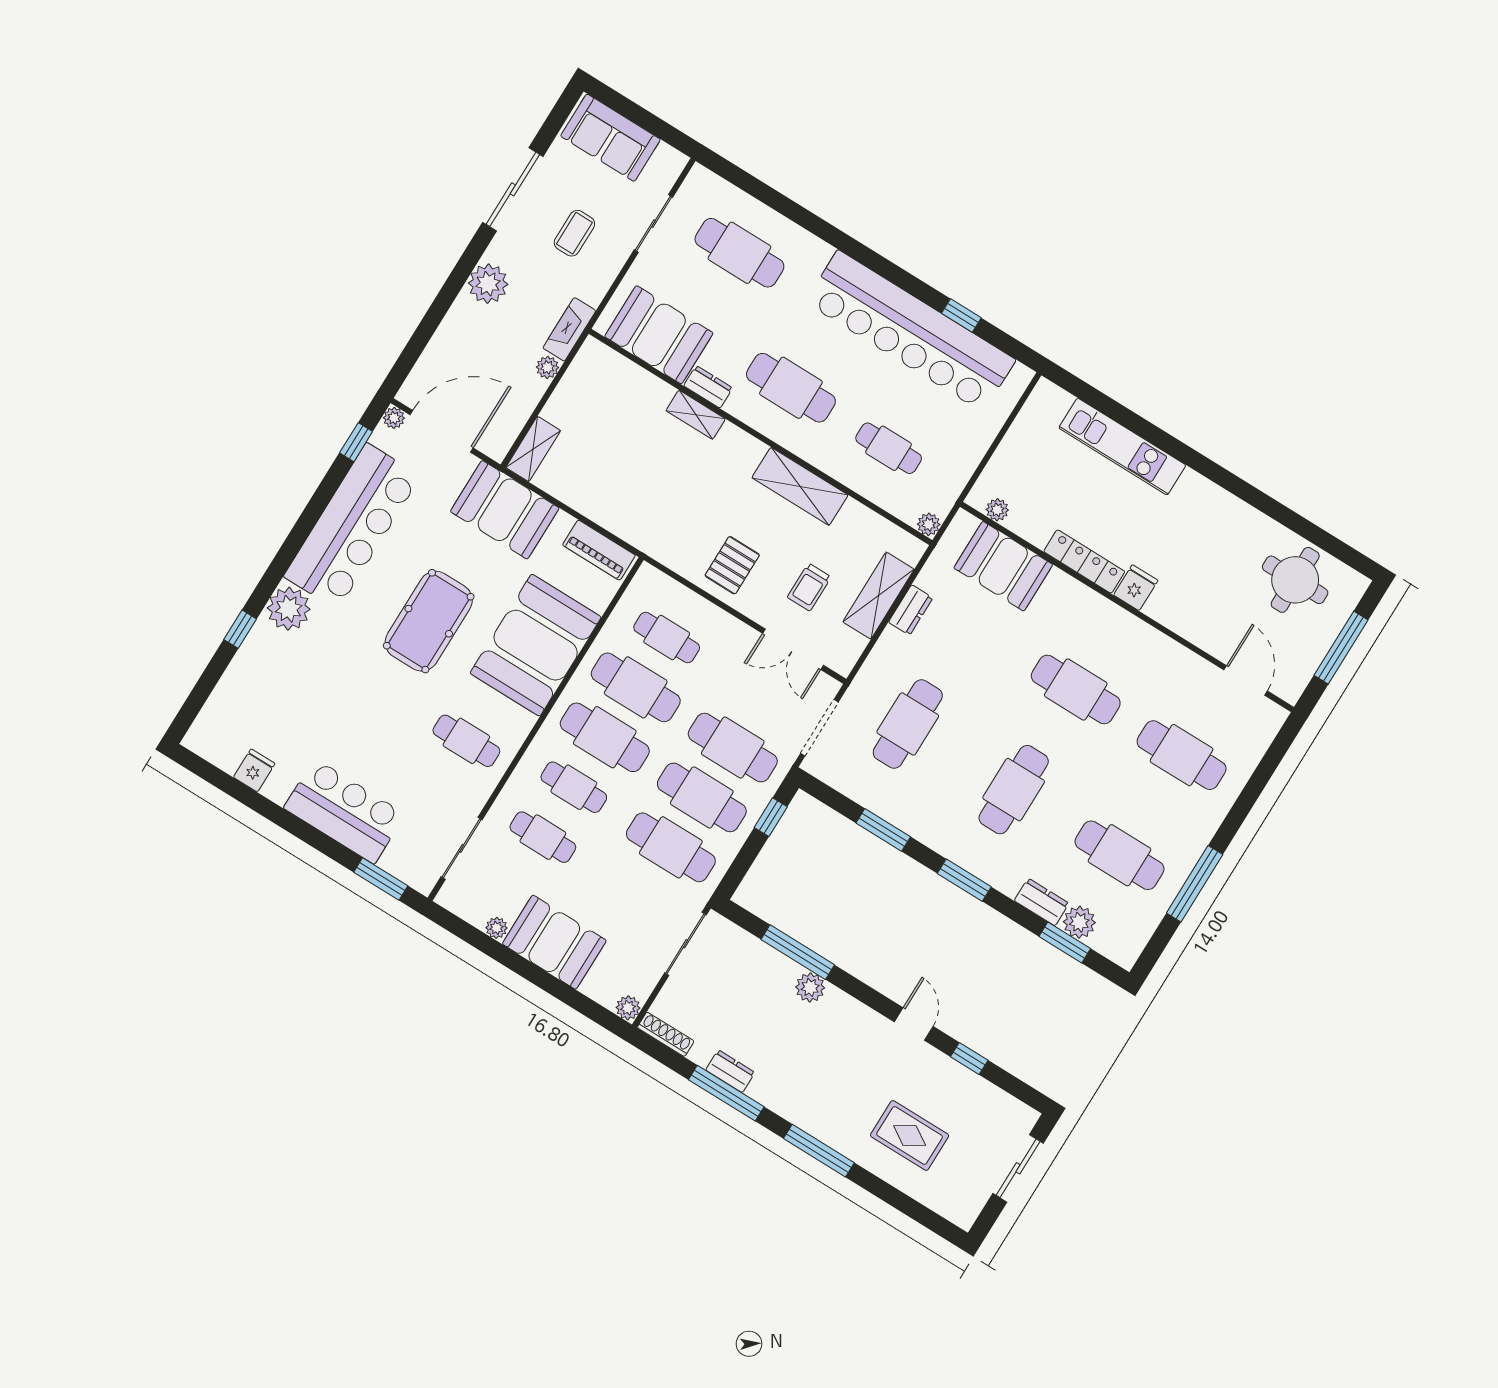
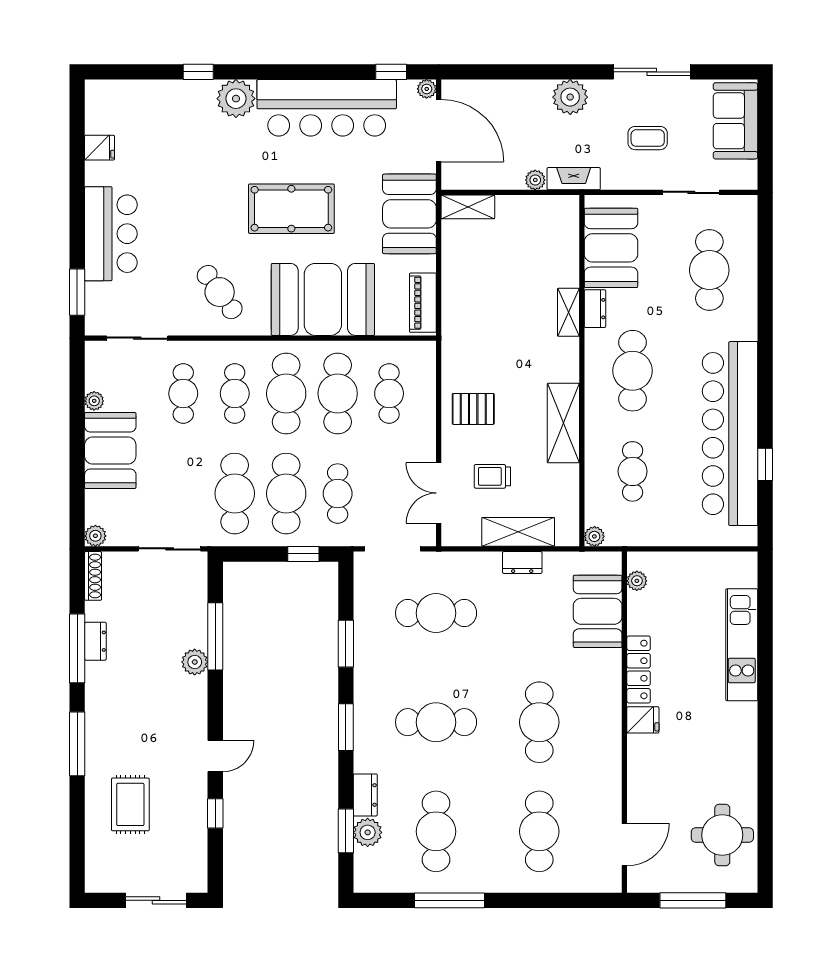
cafe table: (466, 741) -> (220, 292), turned -36
cafe table: (733, 748) -> (338, 494), width x0.73, depth x0.74

